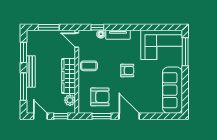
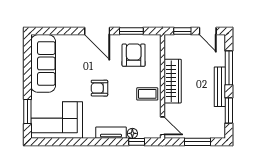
window: (185, 52) -> (27, 112), width x0.69
armchair: (100, 97) -> (134, 55), turned 90
plant: (70, 100) -> (171, 51), removed

